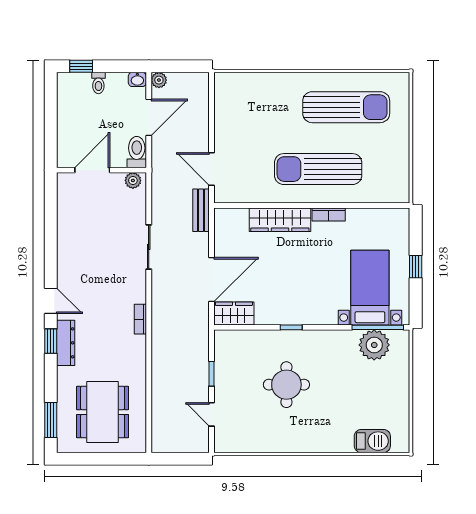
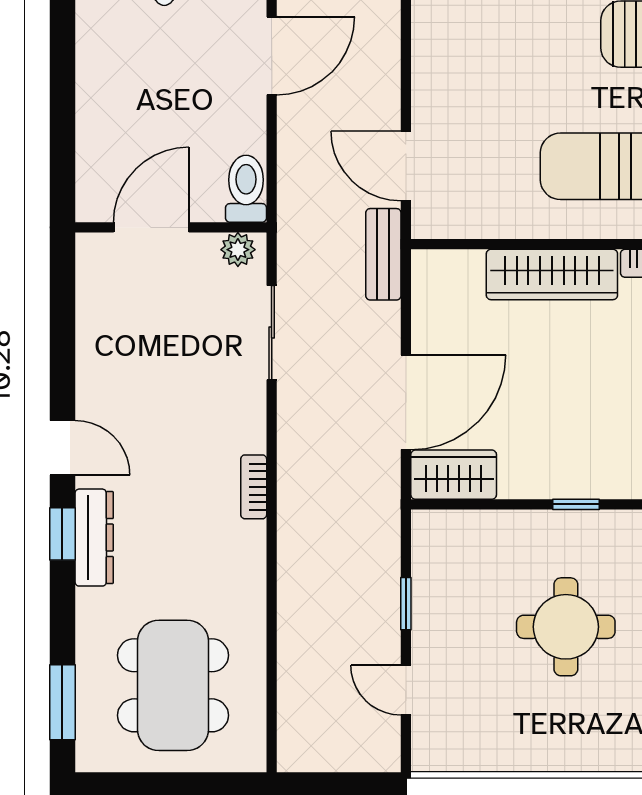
toilet: (137, 152) -> (246, 189), moved
door: (92, 170) -> (151, 227), moved
wall: (102, 170) -> (171, 227), moved
plant: (133, 180) -> (238, 250), moved

